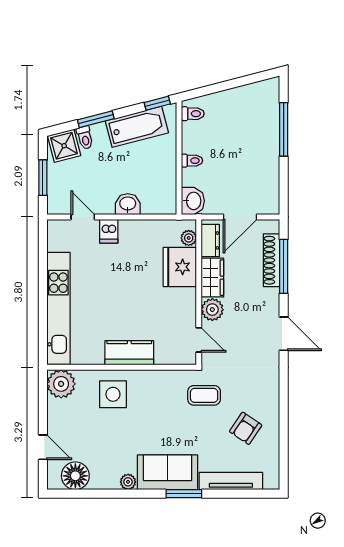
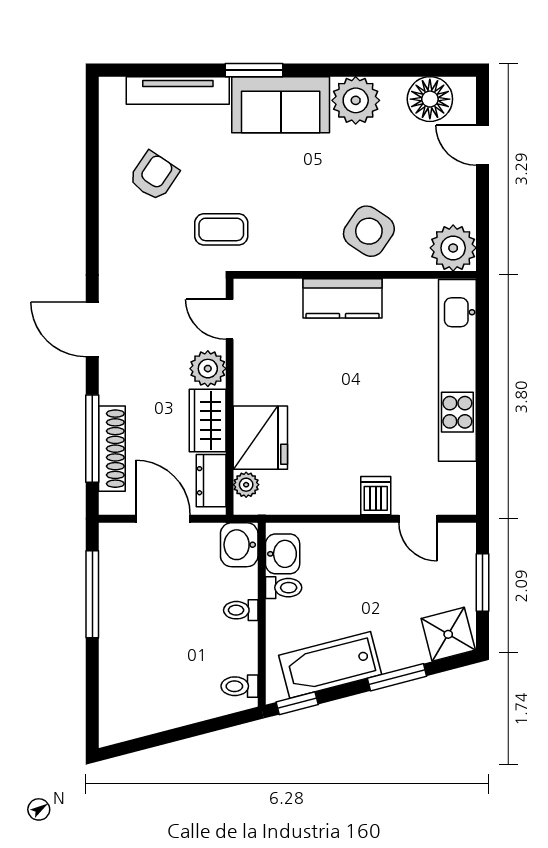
window: (284, 129) -> (92, 594), moved
toilet: (85, 138) -> (284, 588), moved, turned 105
washbasin: (128, 204) -> (283, 554), moved, turned -90
door: (240, 217) -> (163, 519), hinge flipped
side table: (113, 394) -> (369, 231), turned 34
plant: (128, 482) -> (356, 100), width x1.88, depth x1.88

